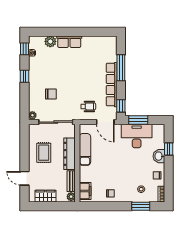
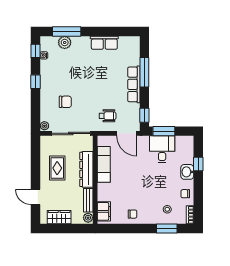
window: (52, 32) -> (67, 31), added
row of seats: (69, 42) -> (104, 43), moved
row of seats: (112, 85) -> (134, 84), width x0.73
desk: (137, 136) -> (162, 149), width x0.73

